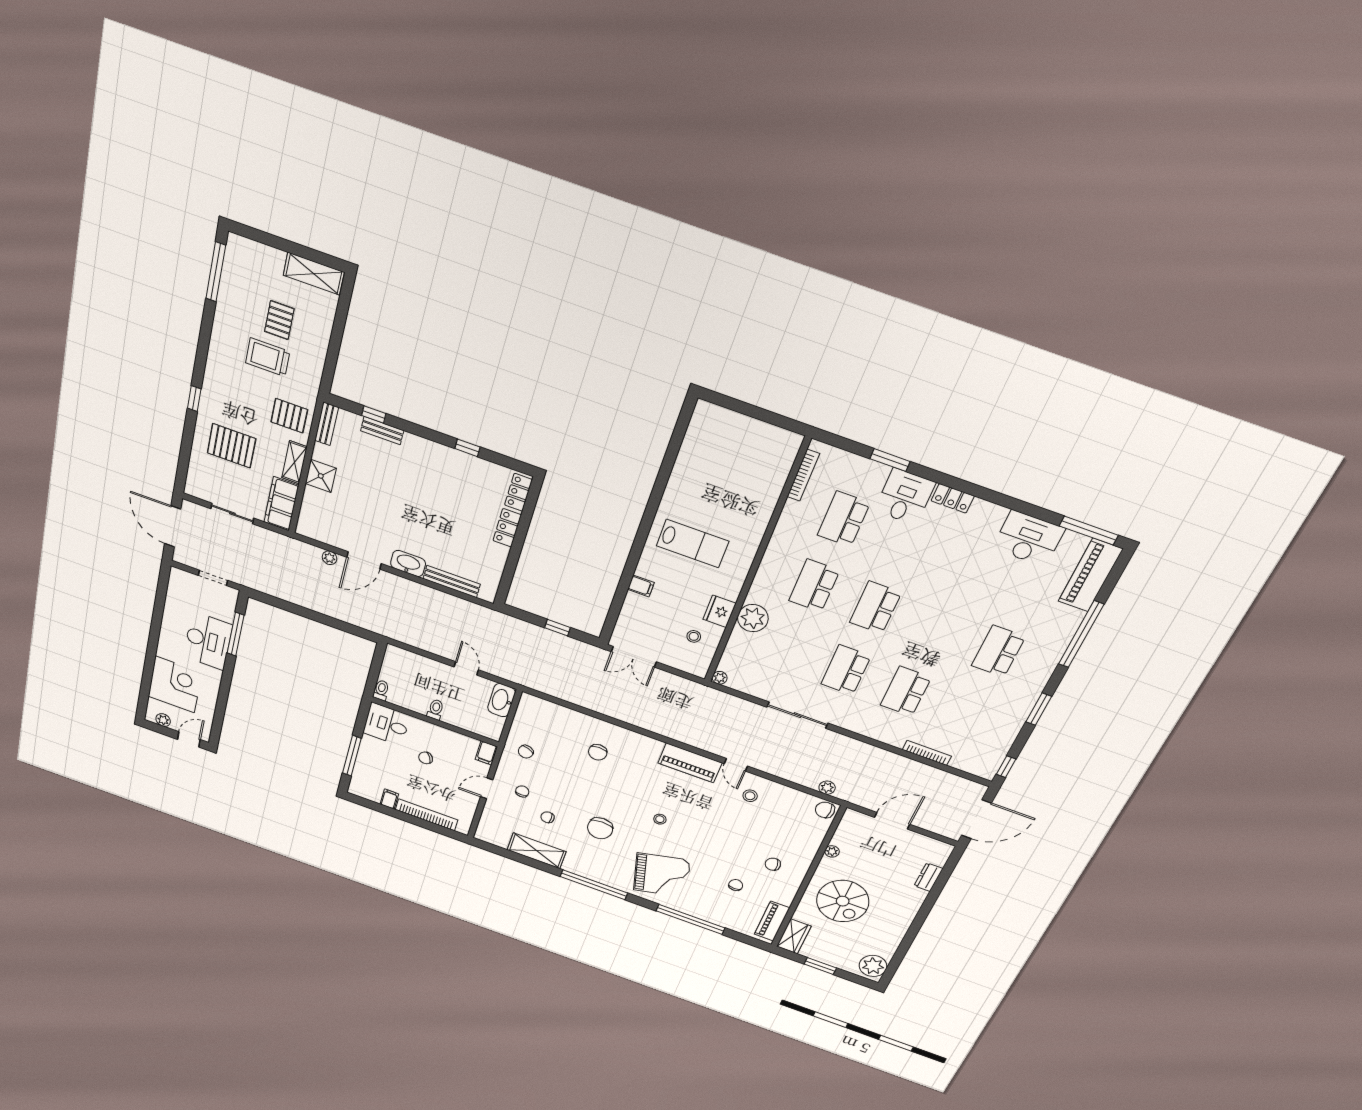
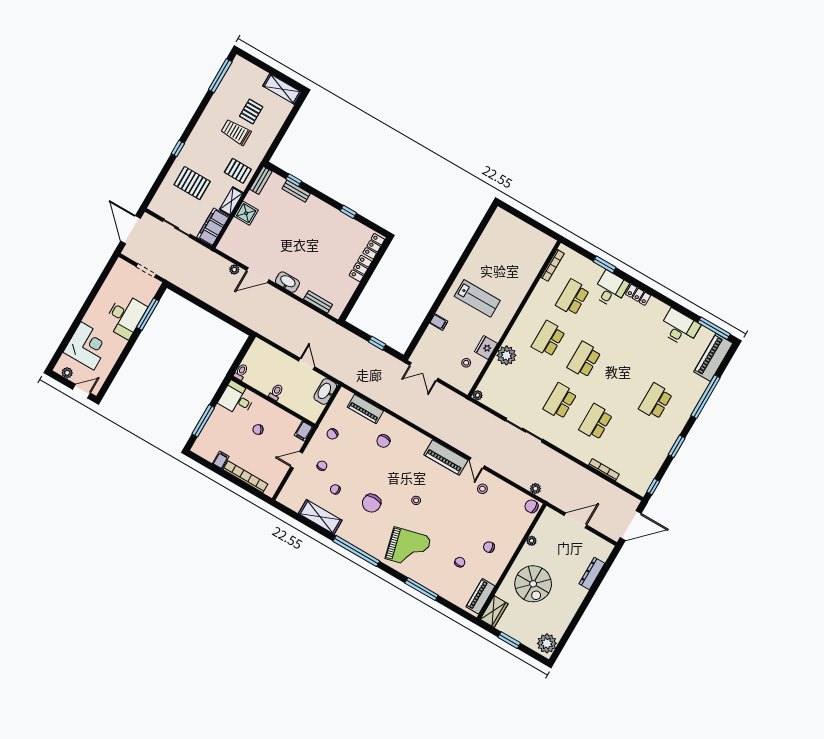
bench: (452, 581) -> (318, 302), width x0.73
piano: (563, 715) -> (365, 409), added
dresser: (928, 877) -> (592, 573), width x1.44
window: (690, 919) -> (422, 589), width x0.68

